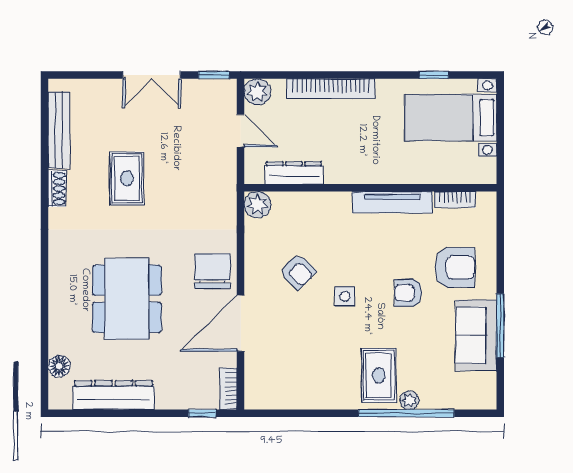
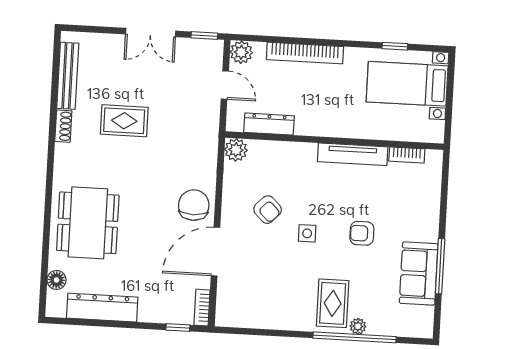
rug: (127, 178) -> (124, 121), turned 90
armchair: (455, 267) -> (404, 214), removed
dining table: (127, 299) -> (88, 223), moved

